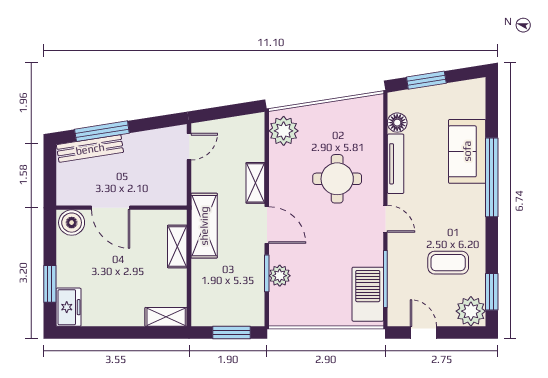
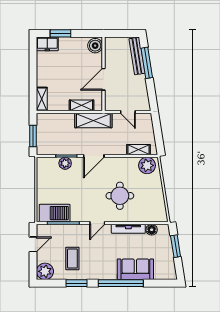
door: (189, 147) -> (128, 112), moved
shelving: (255, 183) -> (138, 150), moved
door: (111, 208) -> (104, 79), moved
window: (492, 292) -> (76, 283), moved

